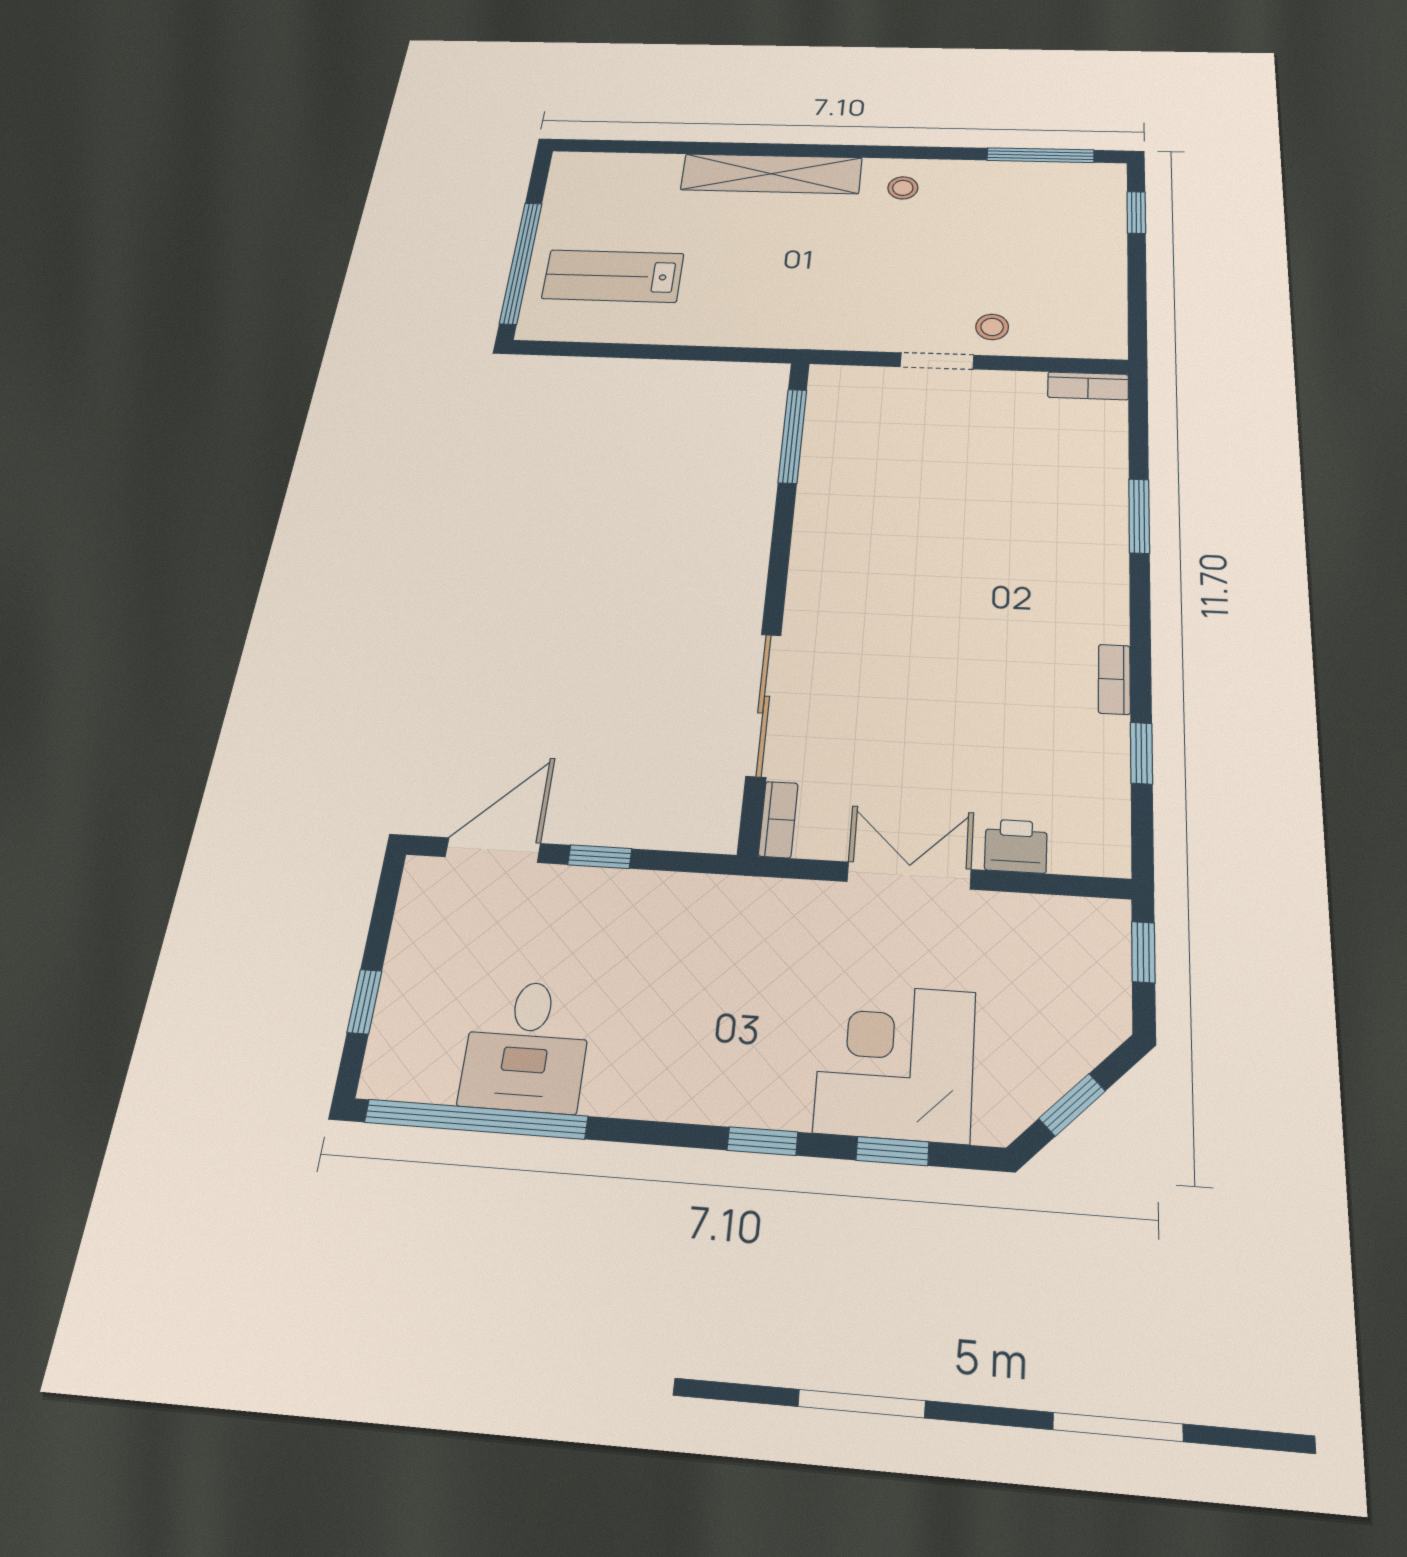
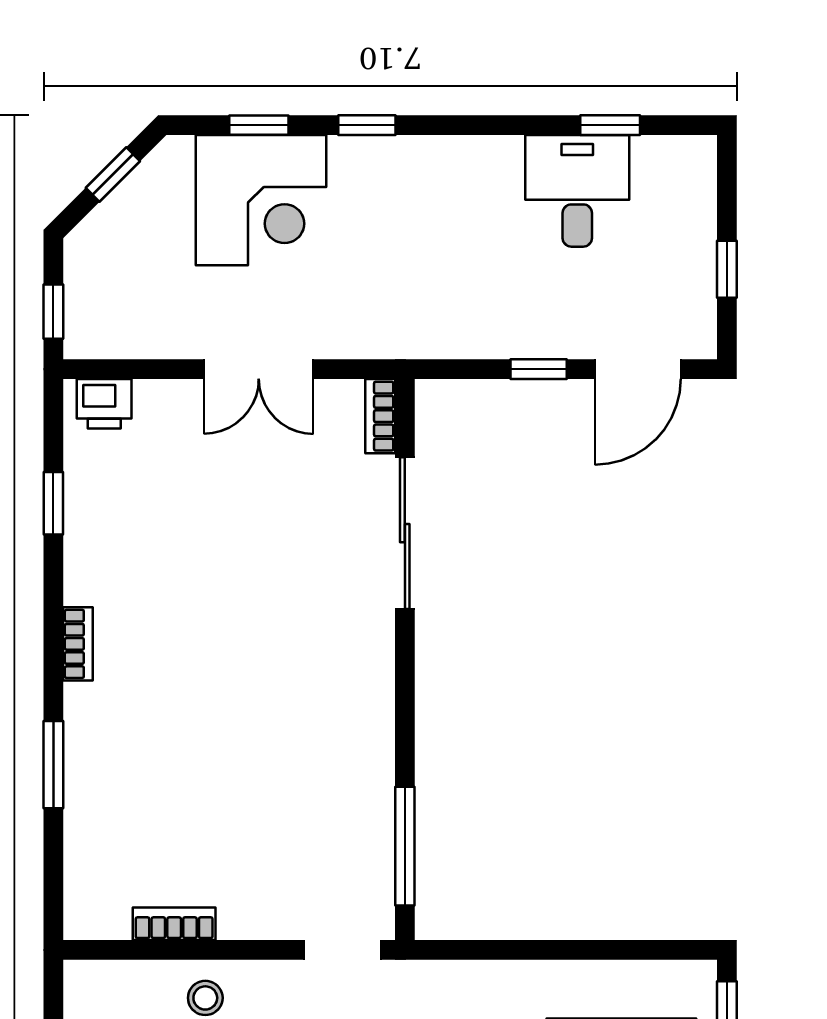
doorway: (937, 361) -> (343, 950), moved
bookcase: (1088, 386) -> (174, 924), moved
bookcase: (1114, 679) -> (78, 644), moved
printer: (1016, 846) -> (104, 404), moved
window: (364, 1002) -> (727, 269), moved
window: (476, 1119) -> (610, 125), width x0.32

